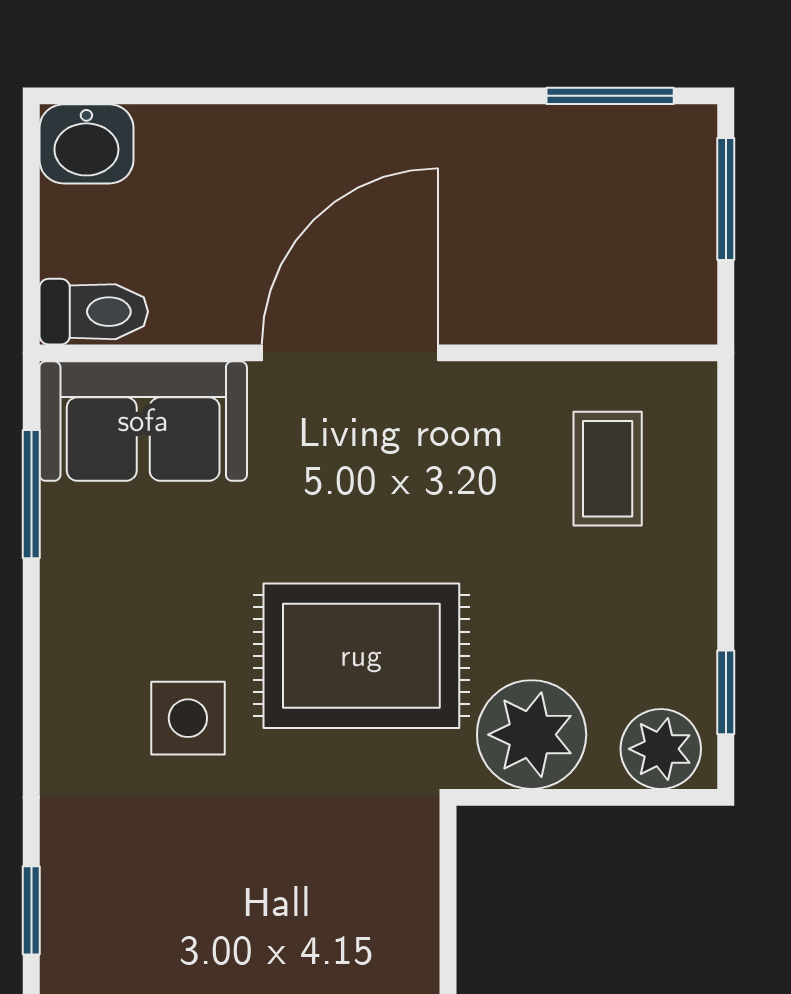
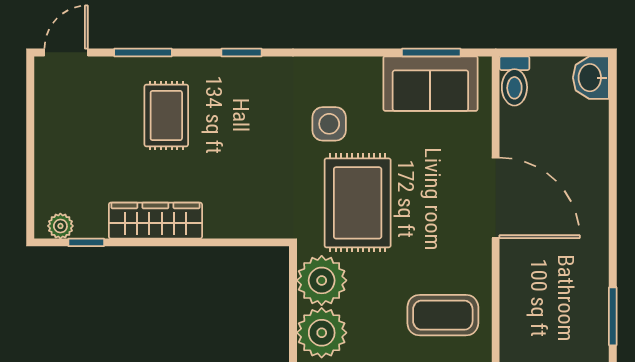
sofa: (143, 421) -> (430, 84), moved, turned -90
coffee table: (608, 469) -> (443, 315), width x1.36, depth x1.30
plant: (661, 749) -> (322, 333), width x1.36, depth x1.36

